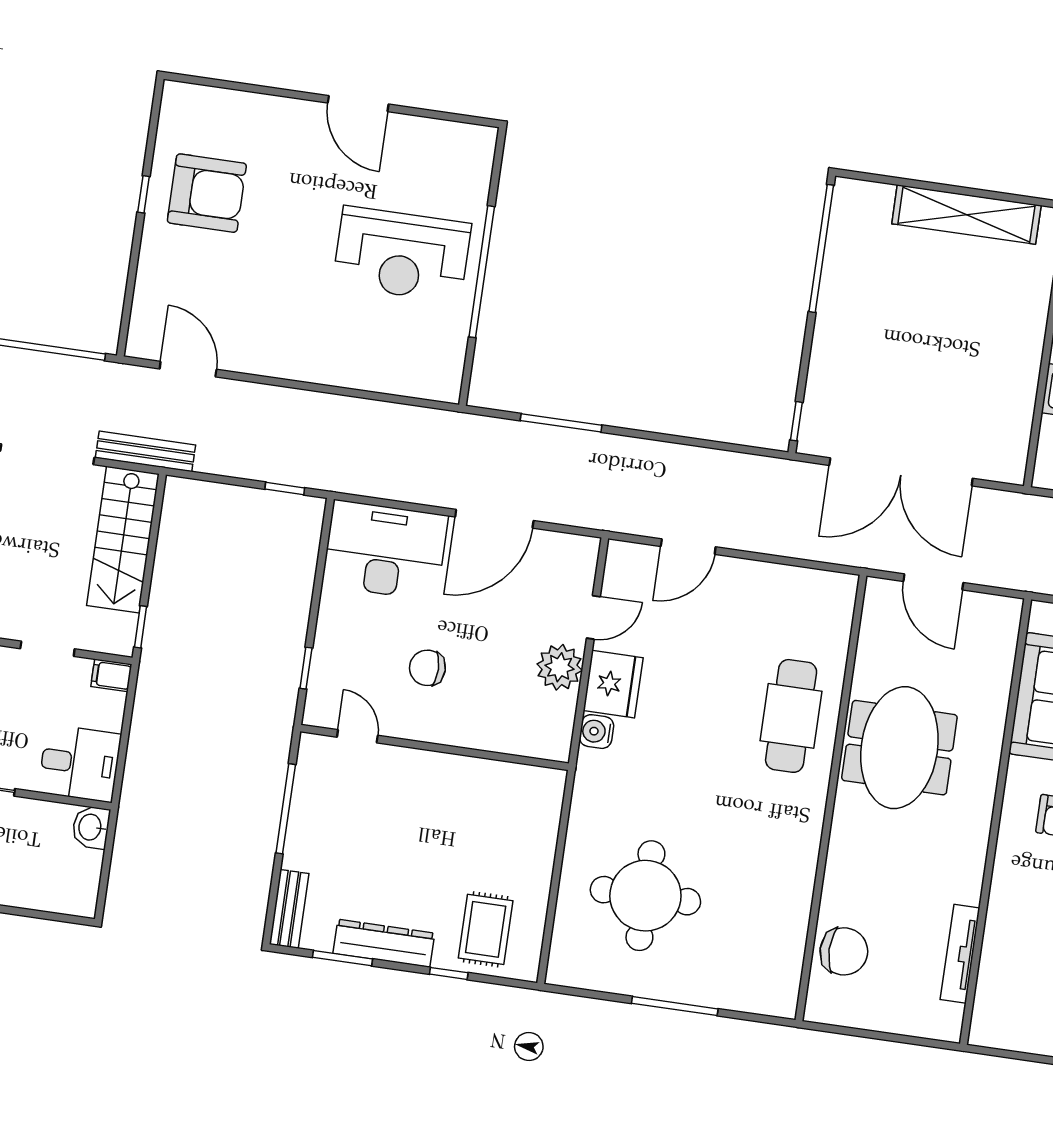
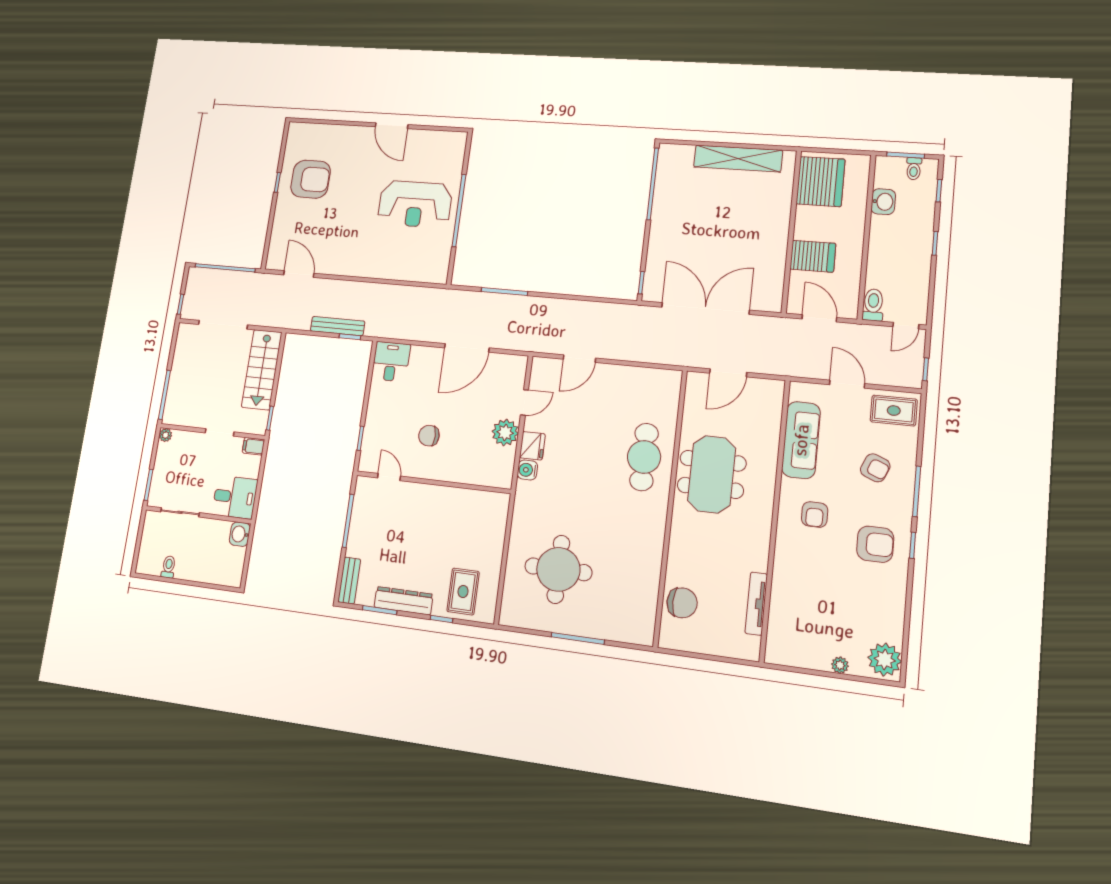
bench: (145, 451) -> (338, 326), moved
double door: (901, 472) -> (705, 309), swing flipped
desk: (385, 550) -> (391, 362), width x0.53, depth x0.77
door: (933, 582) -> (728, 373), hinge flipped
fridge: (613, 684) -> (532, 446), width x0.73, depth x0.75

